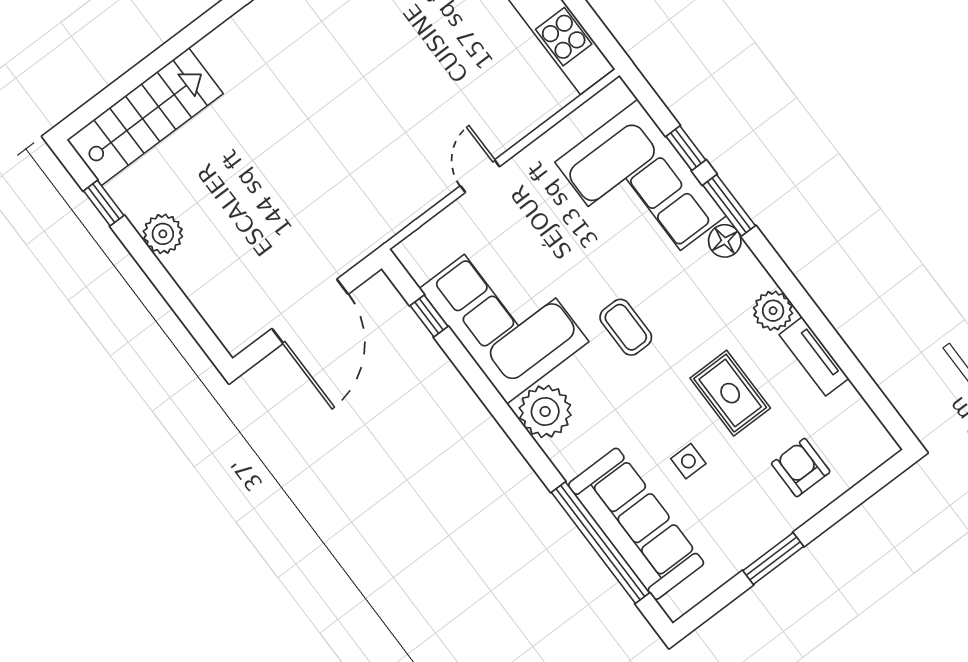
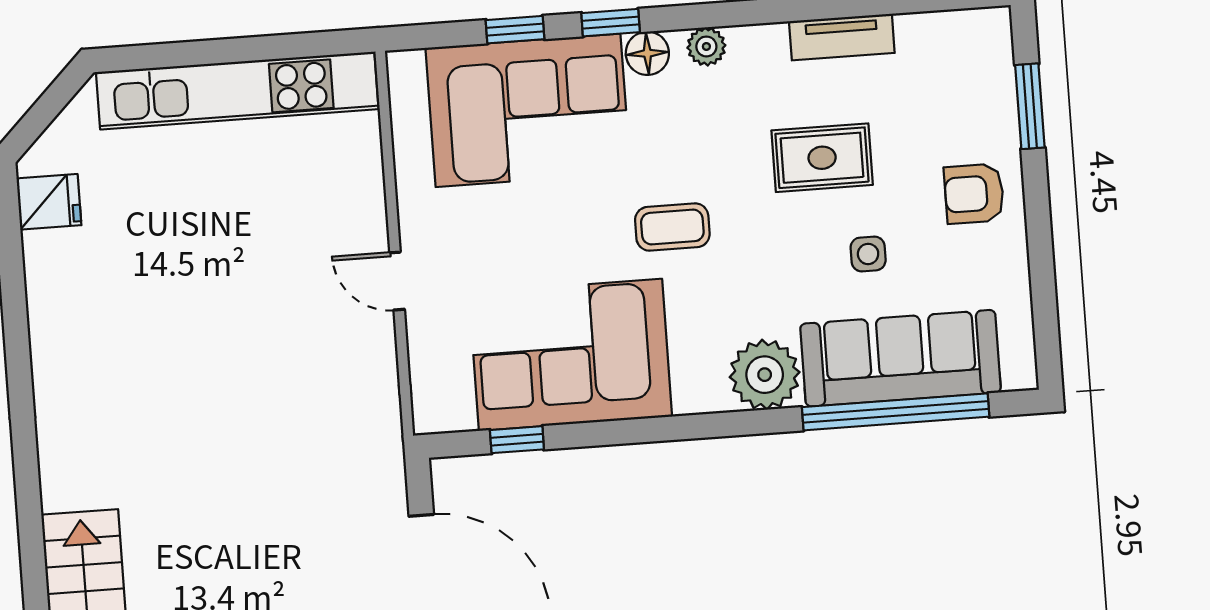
window: (729, 205) -> (611, 23), width x0.67
plant: (773, 311) -> (706, 46), moved, width x0.73, depth x0.73
plant: (545, 411) -> (765, 375), moved
armchair: (801, 468) -> (974, 194), moved
window: (773, 559) -> (1030, 106), moved

